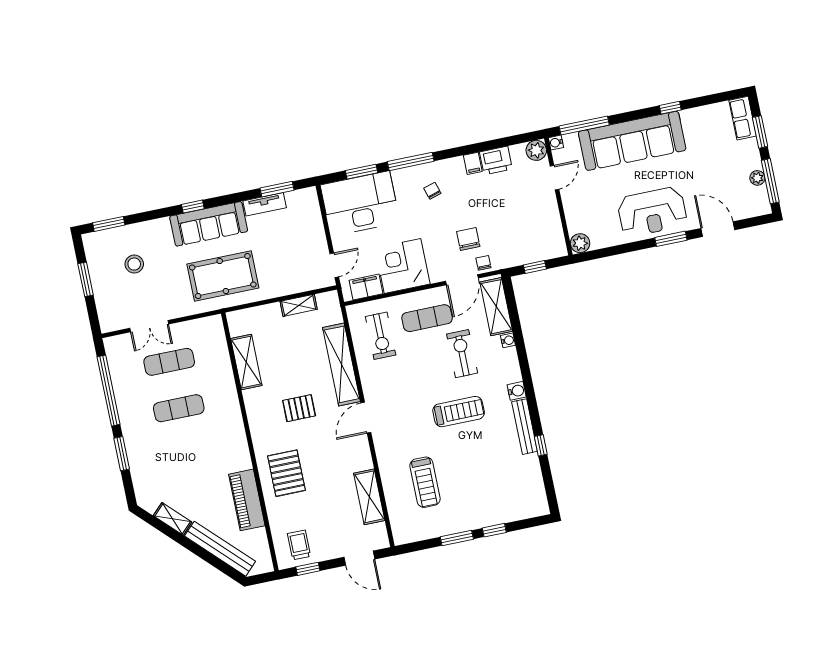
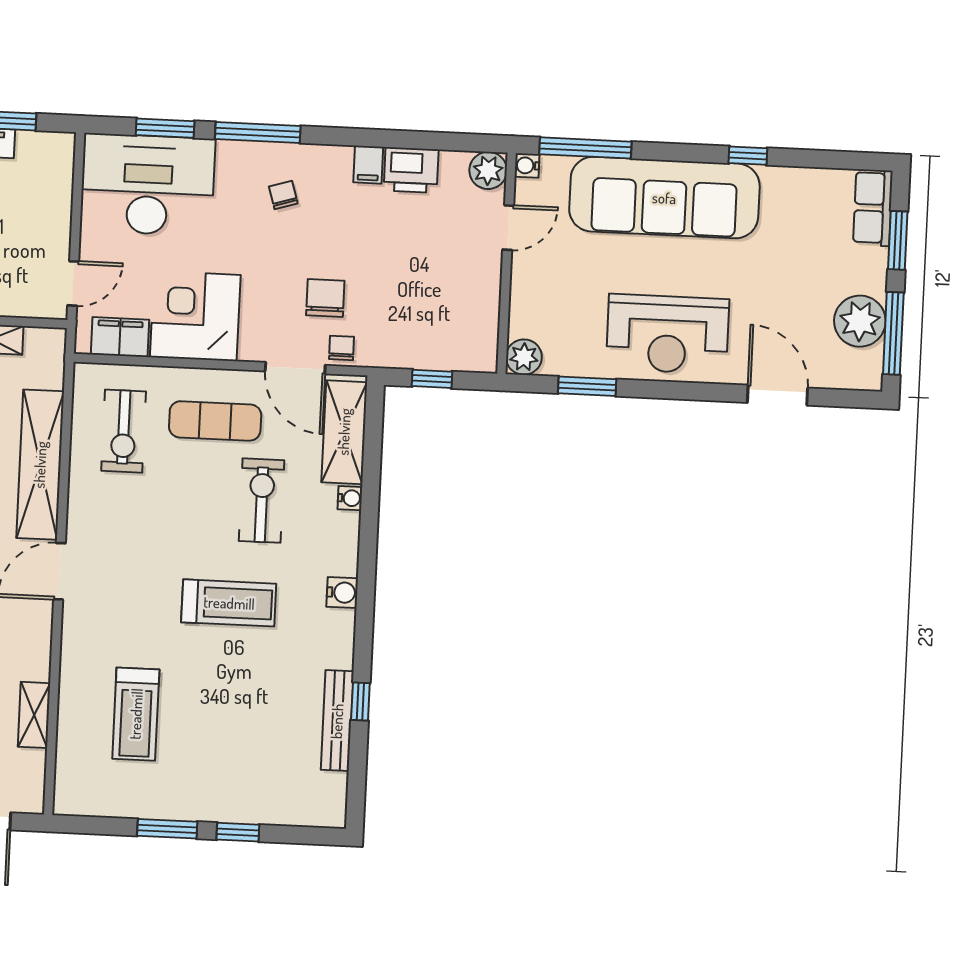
plant: (757, 178) -> (860, 321), width x1.88, depth x1.88
window: (671, 239) -> (587, 386), moved
door: (462, 280) -> (295, 368), hinge flipped
bench: (525, 427) -> (337, 721), moved
shelving: (369, 497) -> (34, 715), width x0.67, depth x0.75

